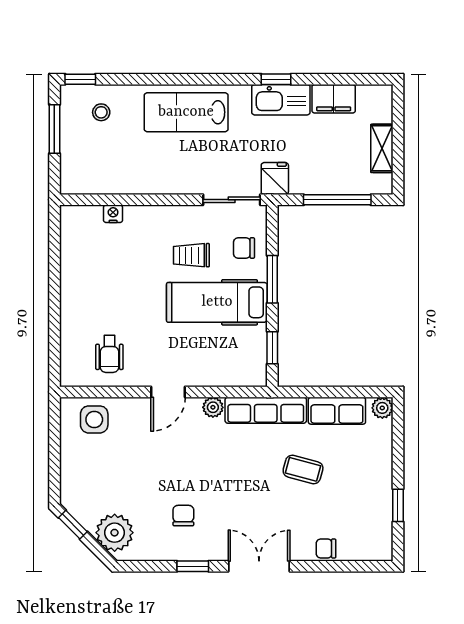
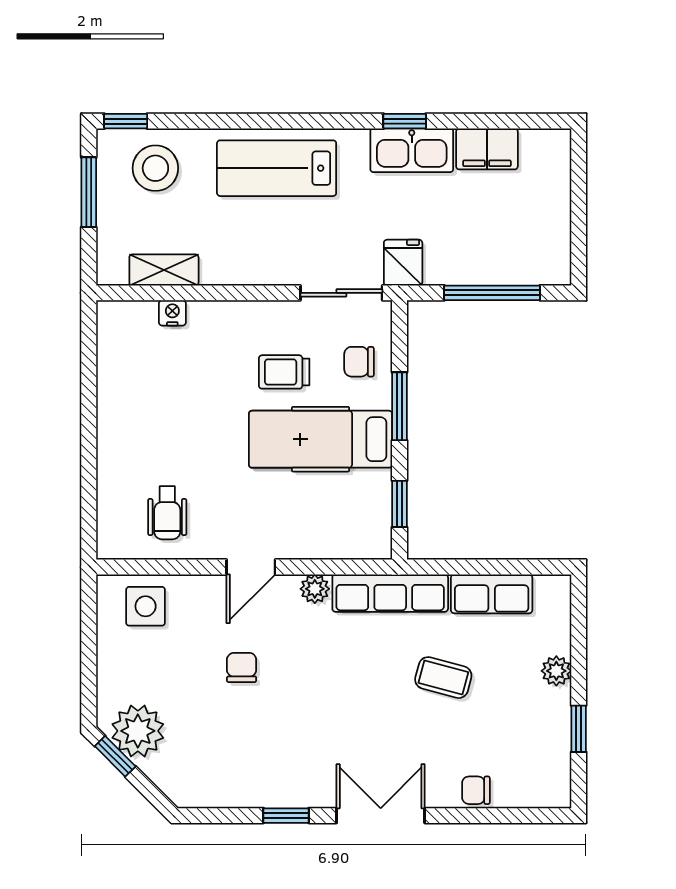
stool: (101, 112) -> (155, 168), width x1.89, depth x1.89
shelving: (382, 148) -> (164, 270), moved, turned 90
plant: (382, 408) -> (556, 671), moved
chair: (183, 516) -> (242, 667), moved
plant: (115, 533) -> (138, 731), moved

